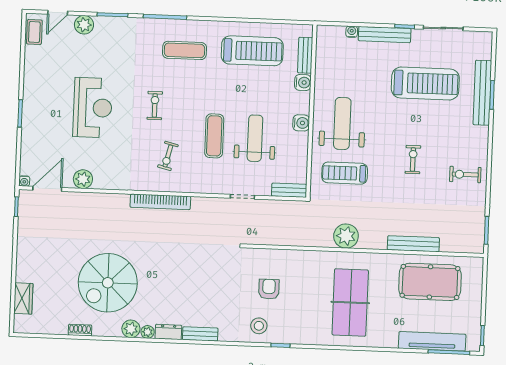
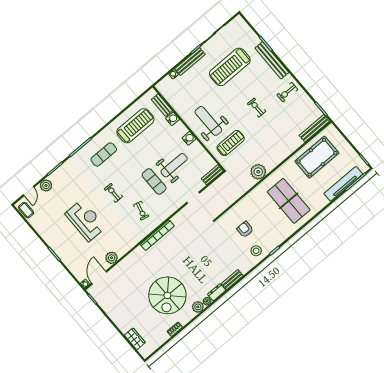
treadmill: (425, 83) -> (230, 67), turned 180
bench: (482, 93) -> (272, 60), moved
weight bench: (255, 138) -> (174, 165), turned 90
treadmill: (345, 173) -> (231, 143), turned 180
bench: (413, 244) -> (314, 128), moved

